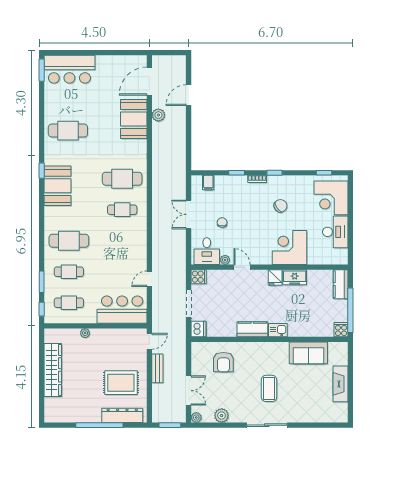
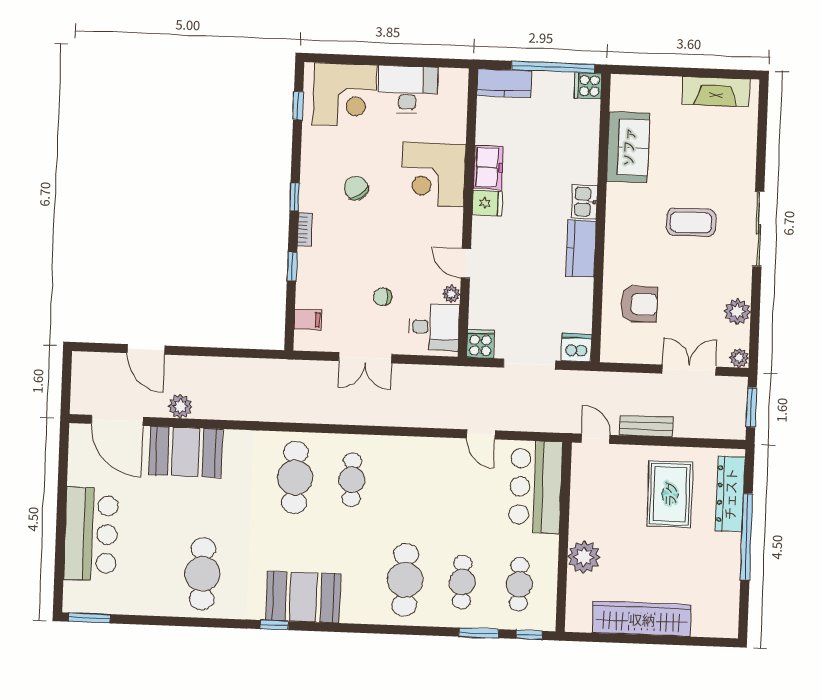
bar counter: (69, 69) -> (91, 534), moved
door: (242, 267) -> (466, 263), hinge flipped
plant: (85, 333) -> (584, 557), width x1.88, depth x1.88
fireplace: (341, 384) -> (716, 91), moved

